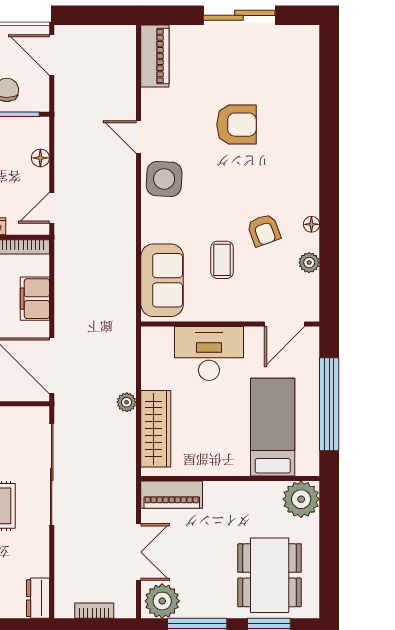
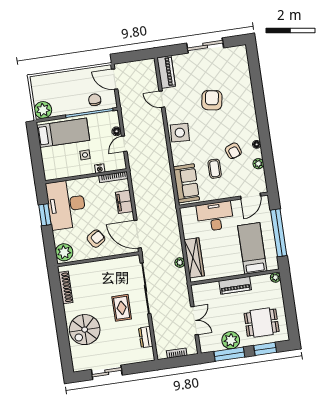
armchair: (236, 125) -> (212, 100), turned -80
door: (139, 137) -> (162, 99), moved
door: (52, 208) -> (124, 144), moved
plant: (127, 402) -> (180, 263), moved
piano: (172, 495) -> (235, 285), moved
plant: (301, 499) -> (275, 277), width x0.53, depth x0.53
dining table: (270, 575) -> (262, 323), width x0.73
dresser: (38, 598) -> (146, 337), moved
plant: (162, 601) -> (231, 340), moved

